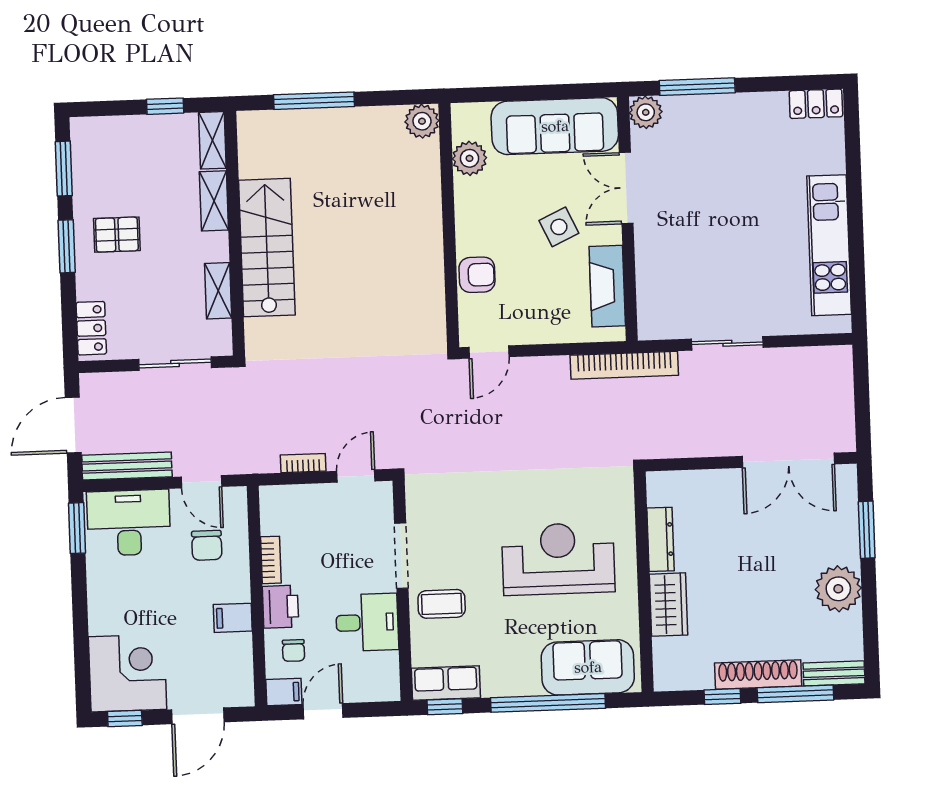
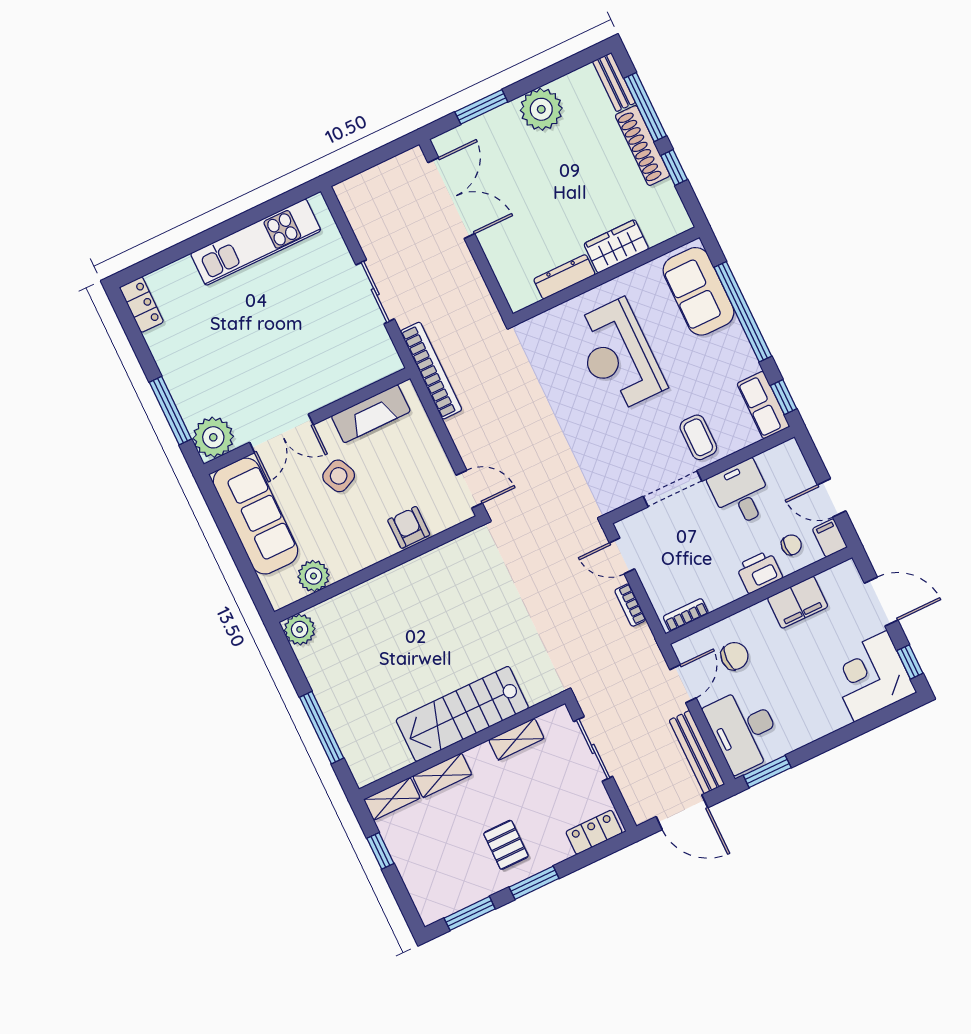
plant: (646, 112) -> (213, 437), width x1.36, depth x1.36
bookcase: (271, 560) -> (686, 615), moved
filing cabinet: (233, 618) -> (798, 602), width x2.00

